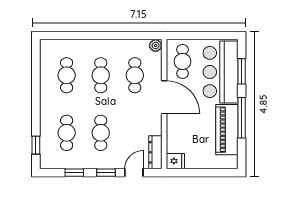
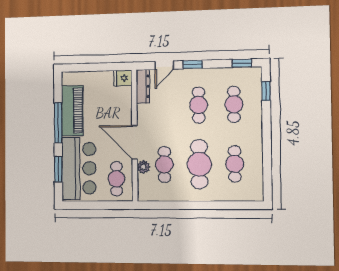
plant: (156, 46) -> (143, 167), moved
cafe table: (101, 75) -> (199, 164), width x1.37, depth x1.35
window: (74, 173) -> (242, 63), moved

